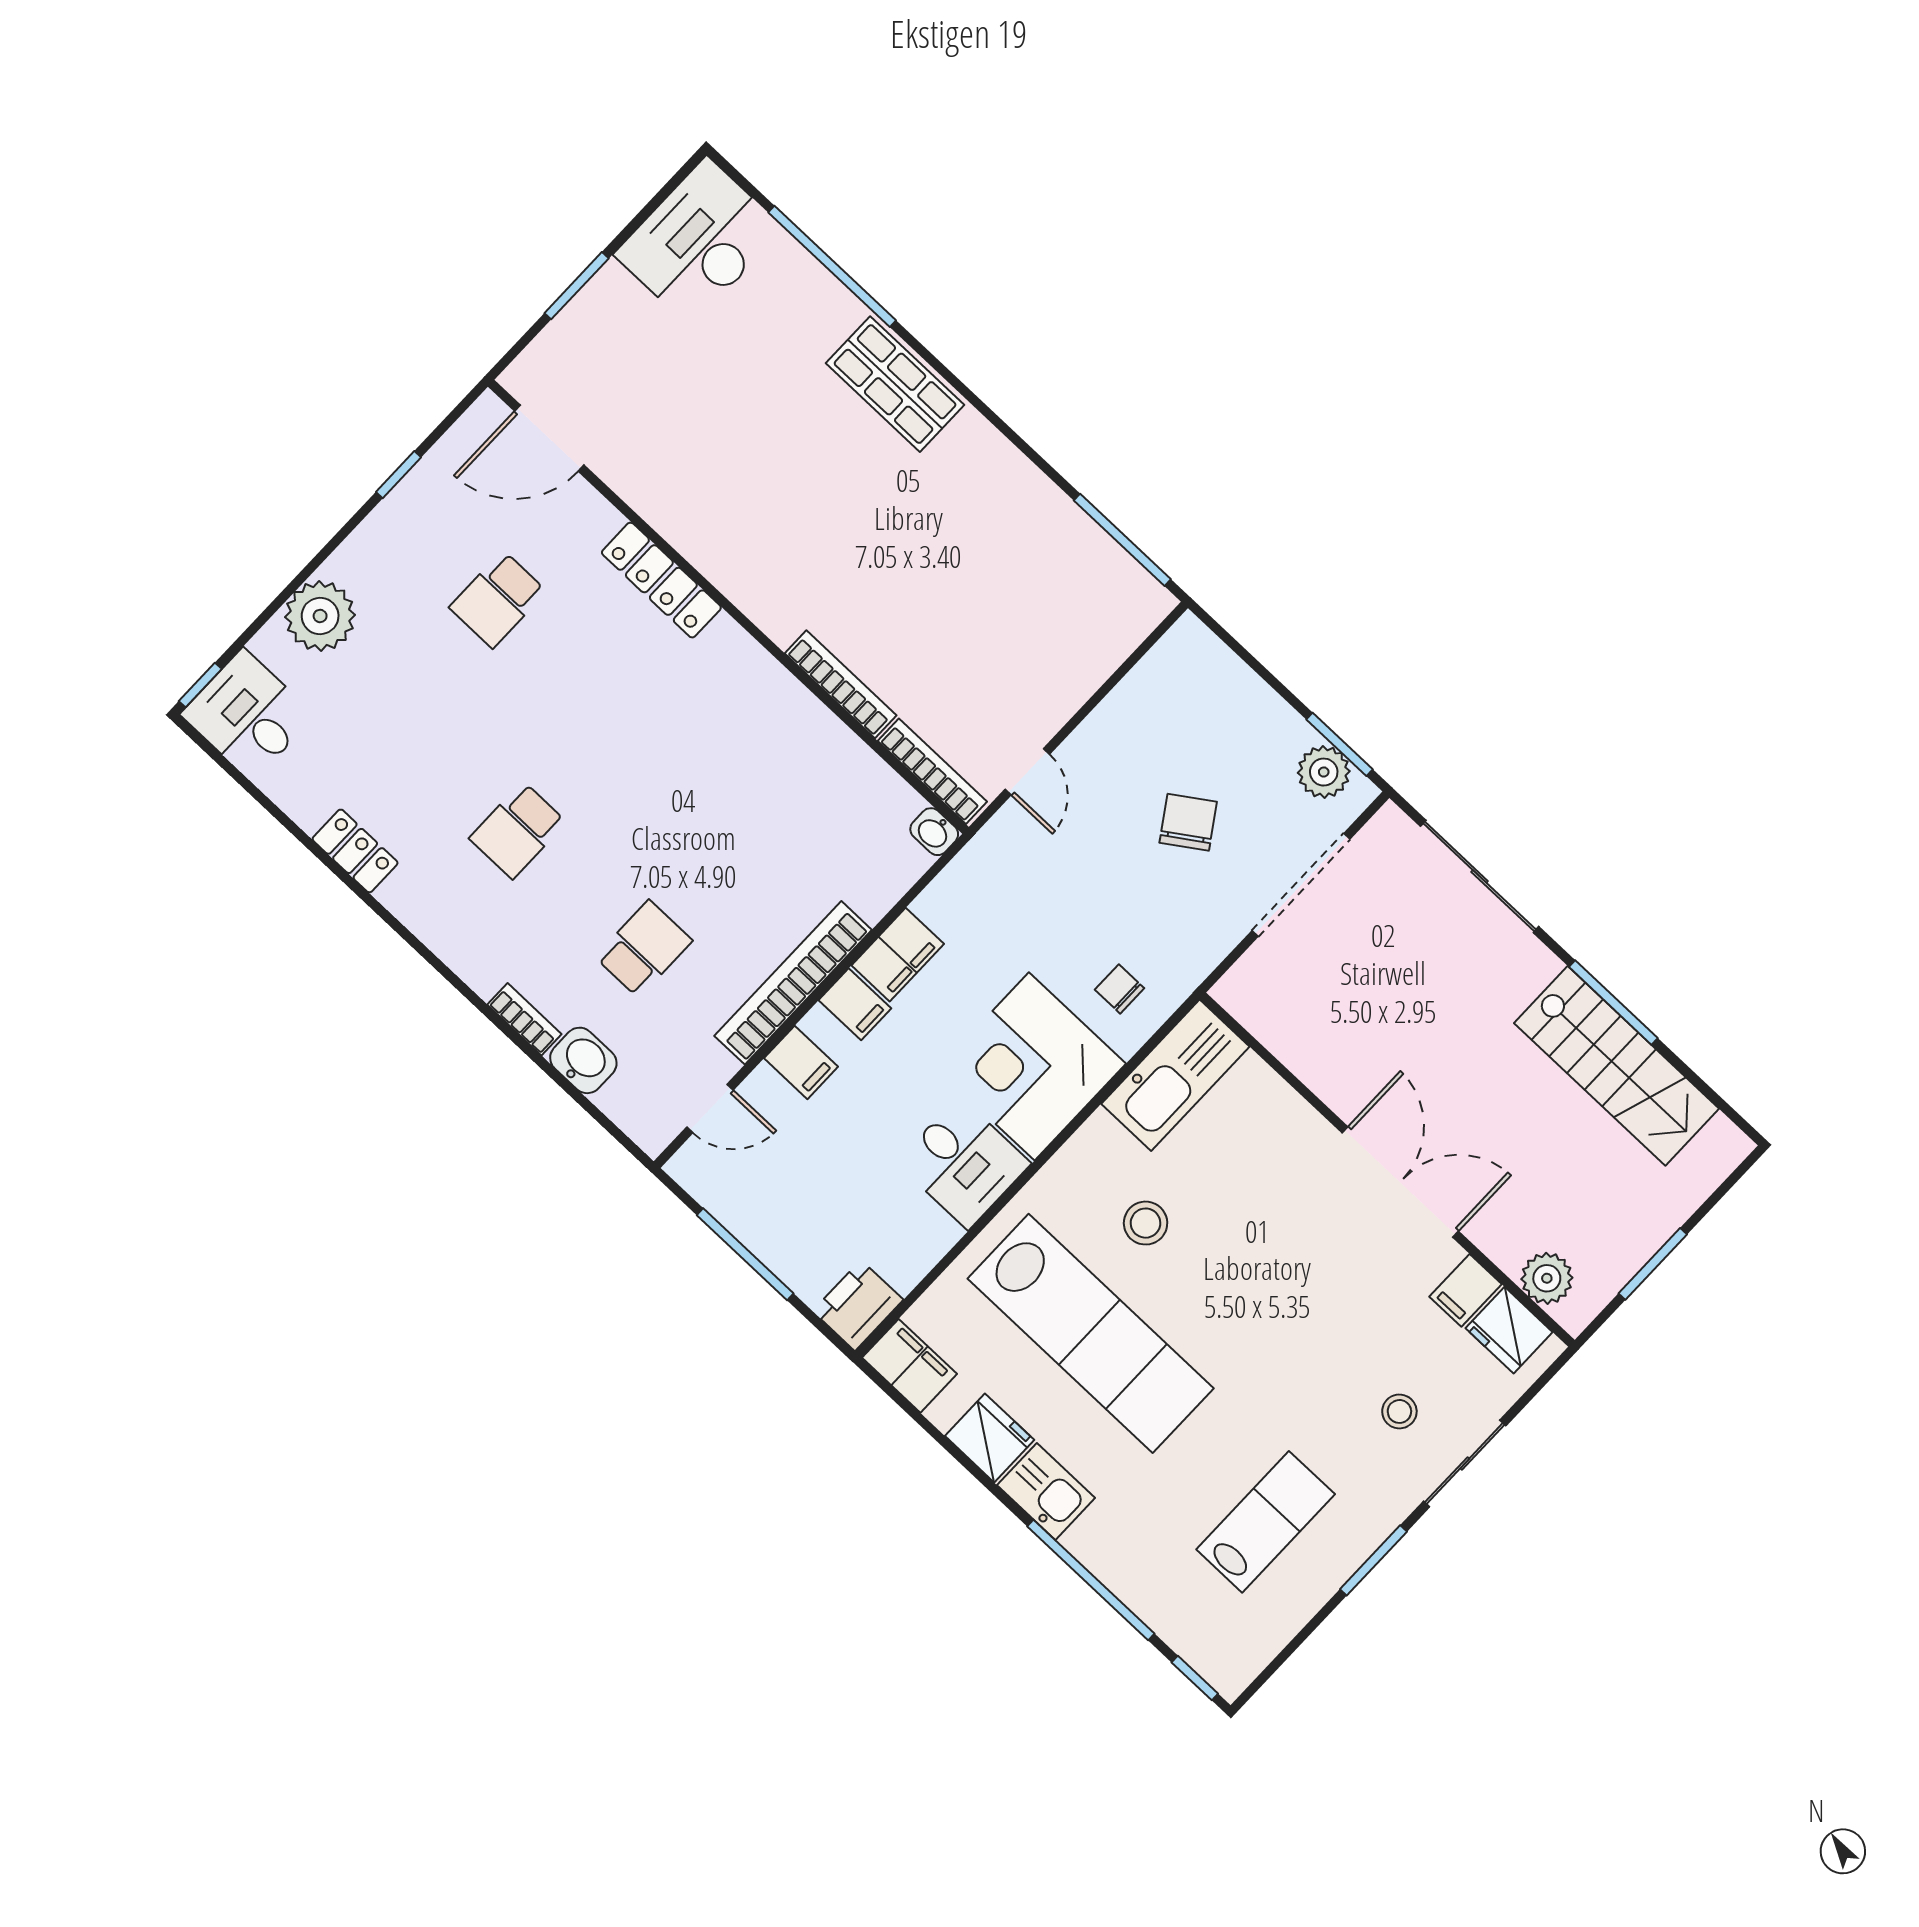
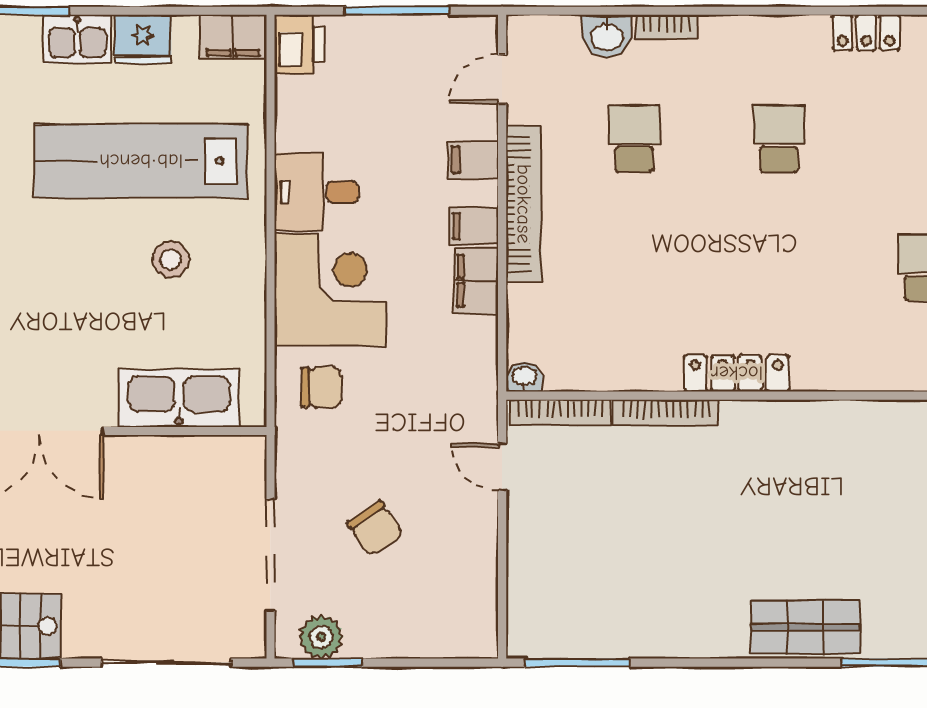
locker: (661, 580) -> (737, 373), moved
school desk: (644, 949) -> (634, 139), turned 180
chair: (1120, 989) -> (321, 387), width x1.37, depth x1.37
kitchen sink: (1175, 1075) -> (179, 398), moved, turned 90

